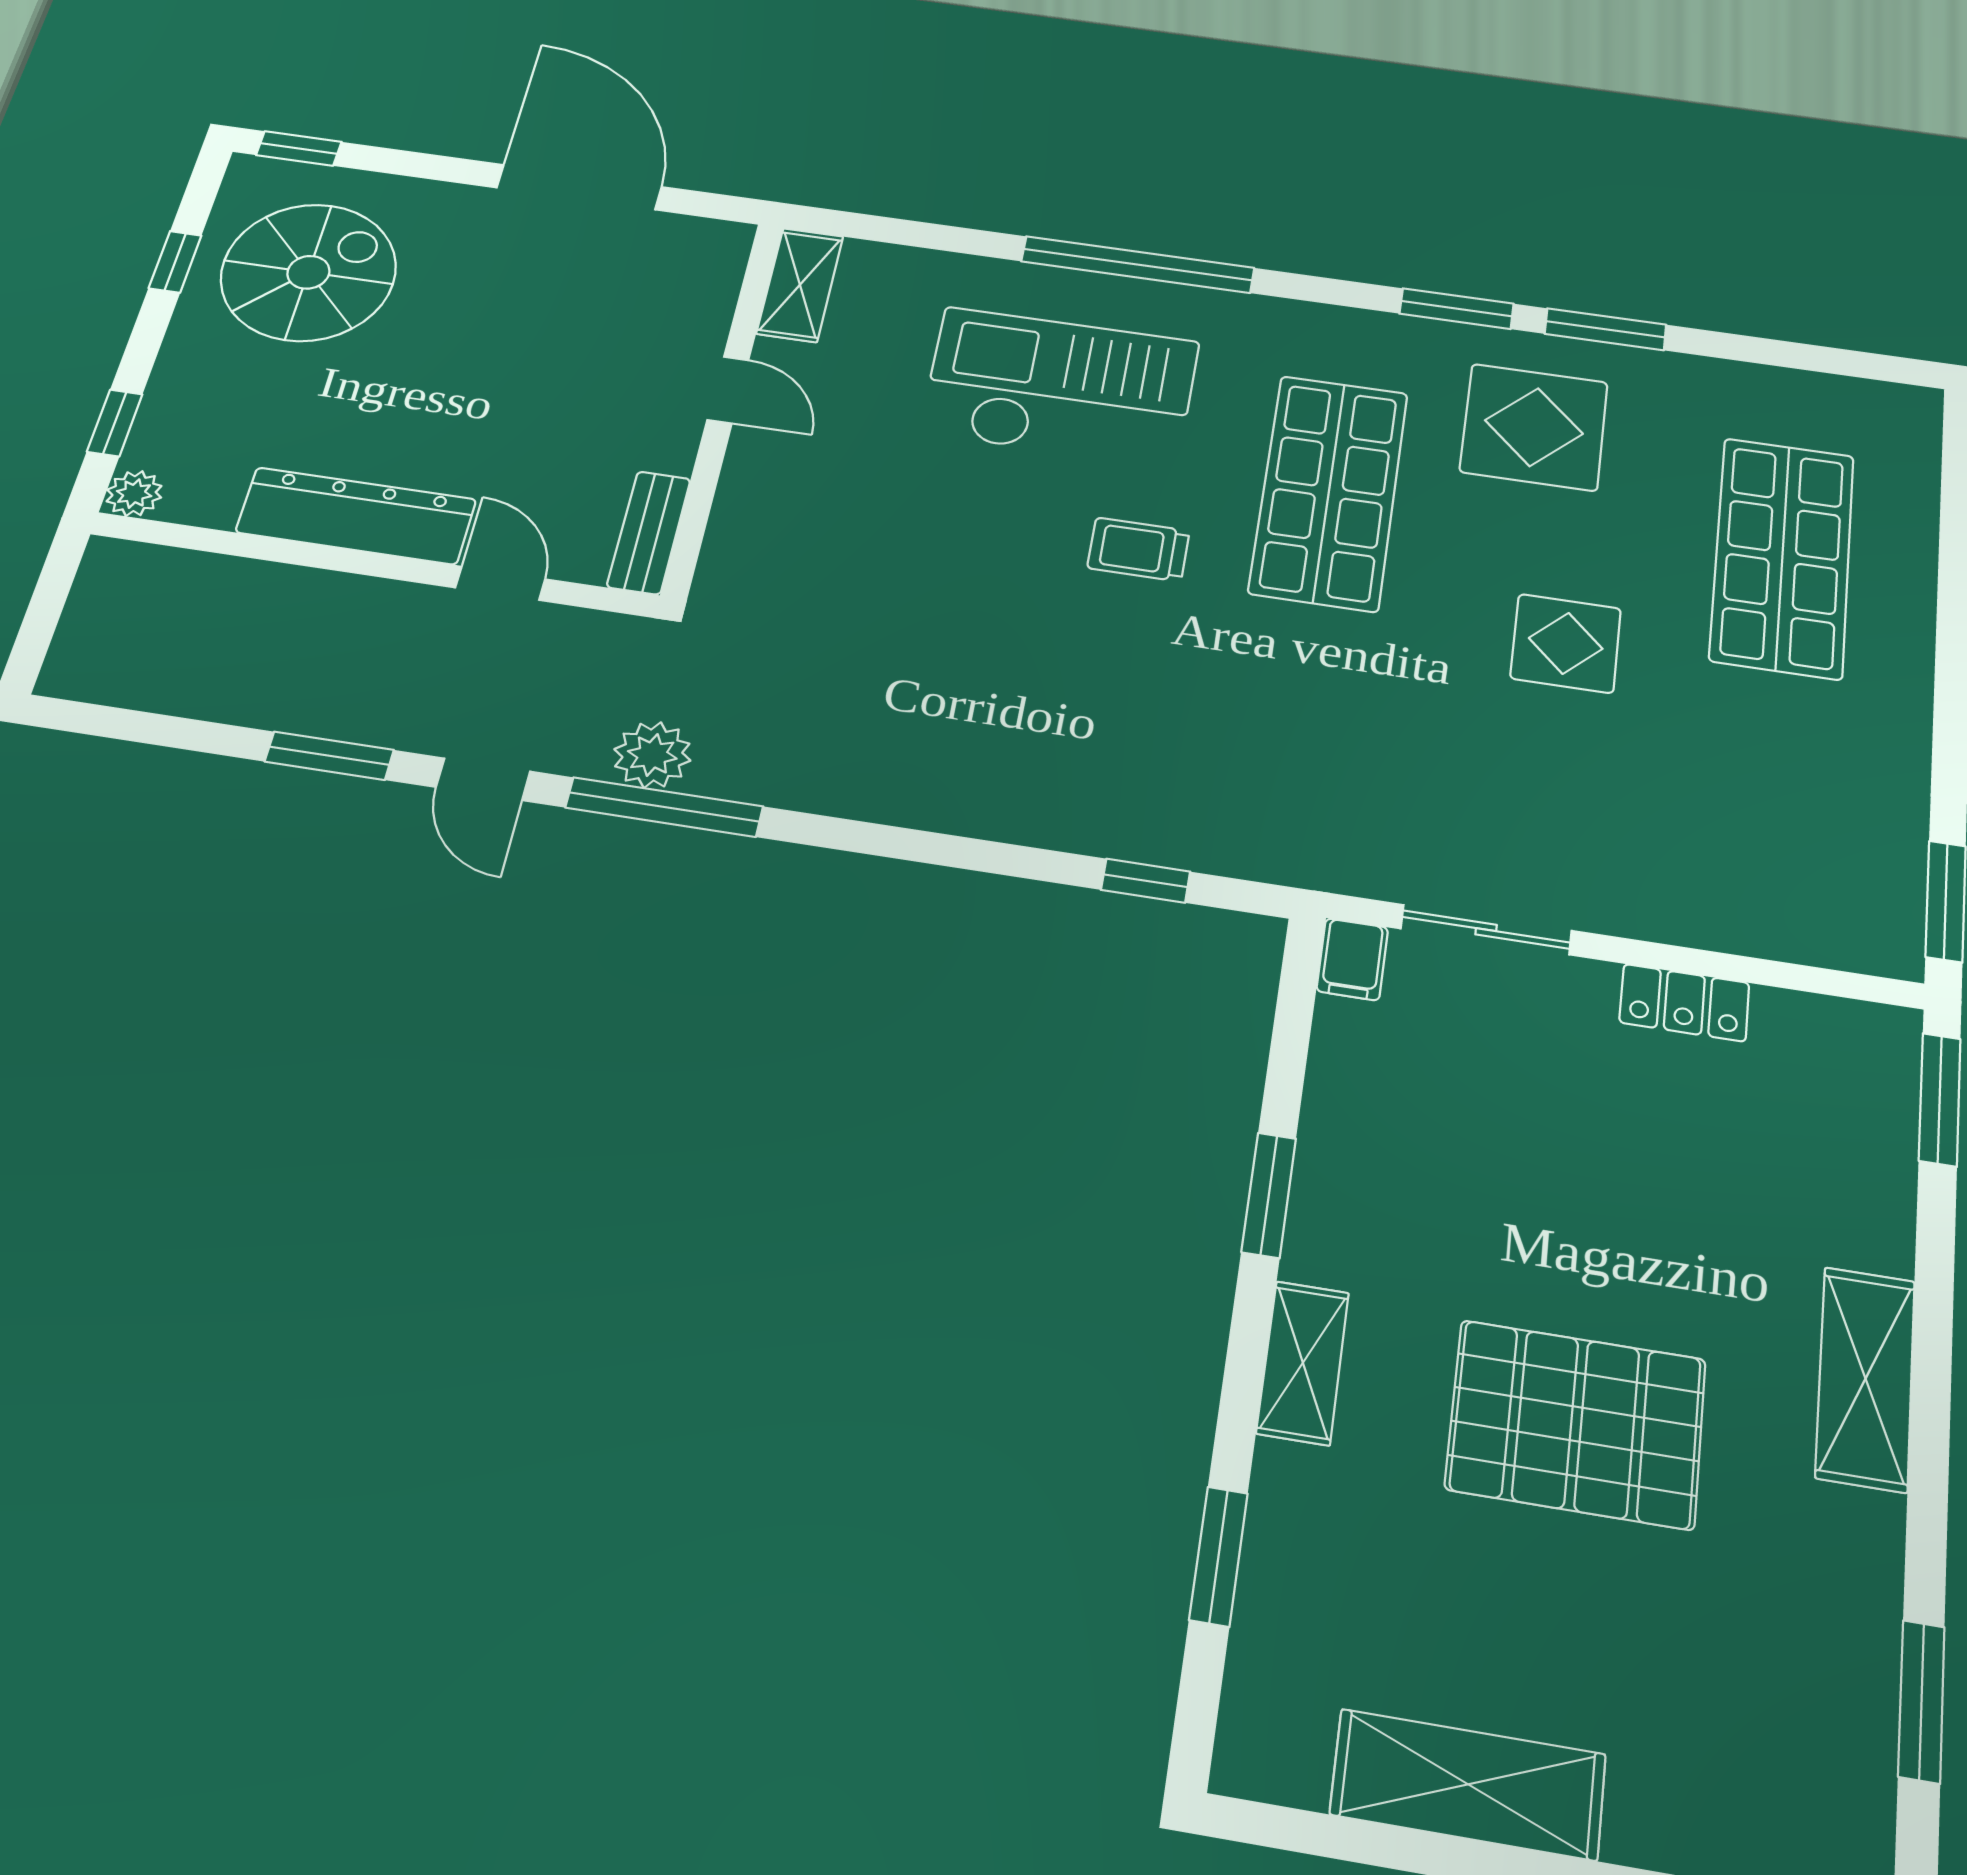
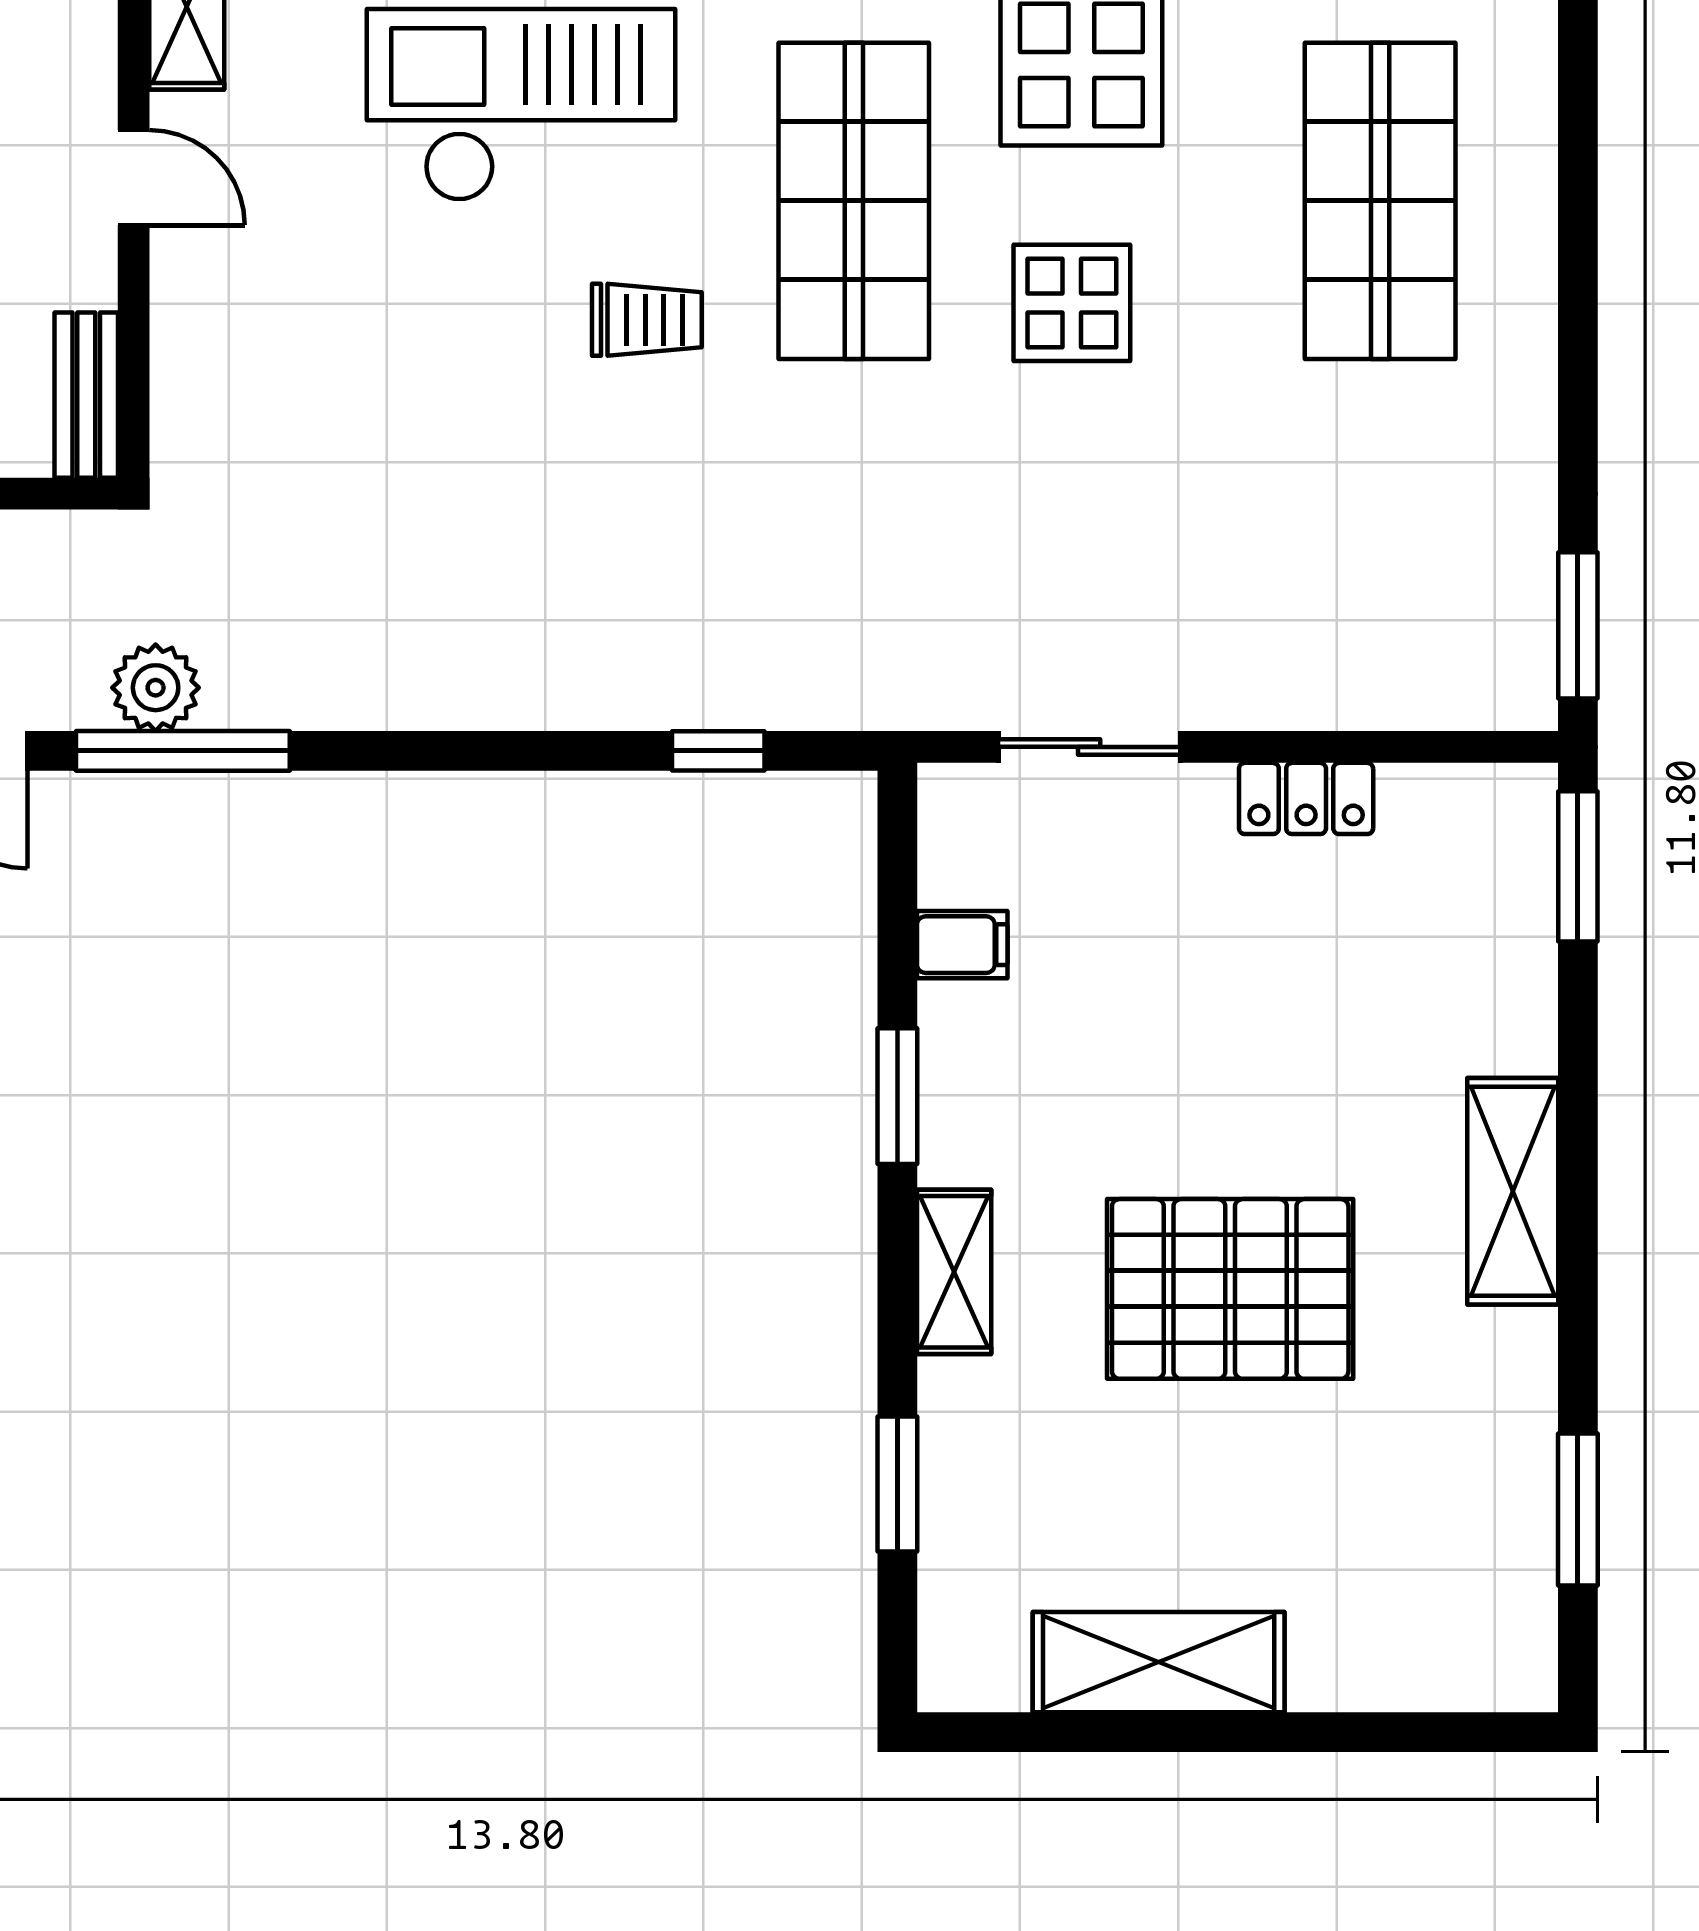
trolley: (1138, 549) -> (647, 320), turned 180
display table: (1566, 643) -> (1072, 303), moved
filing cabinet: (1352, 959) -> (962, 945), moved, turned -90

